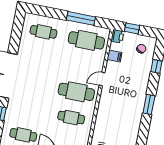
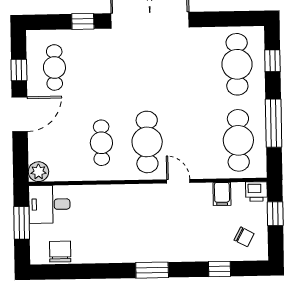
window: (46, 12) -> (272, 61), added
cafe table: (43, 32) -> (237, 64), width x1.37, depth x1.35

